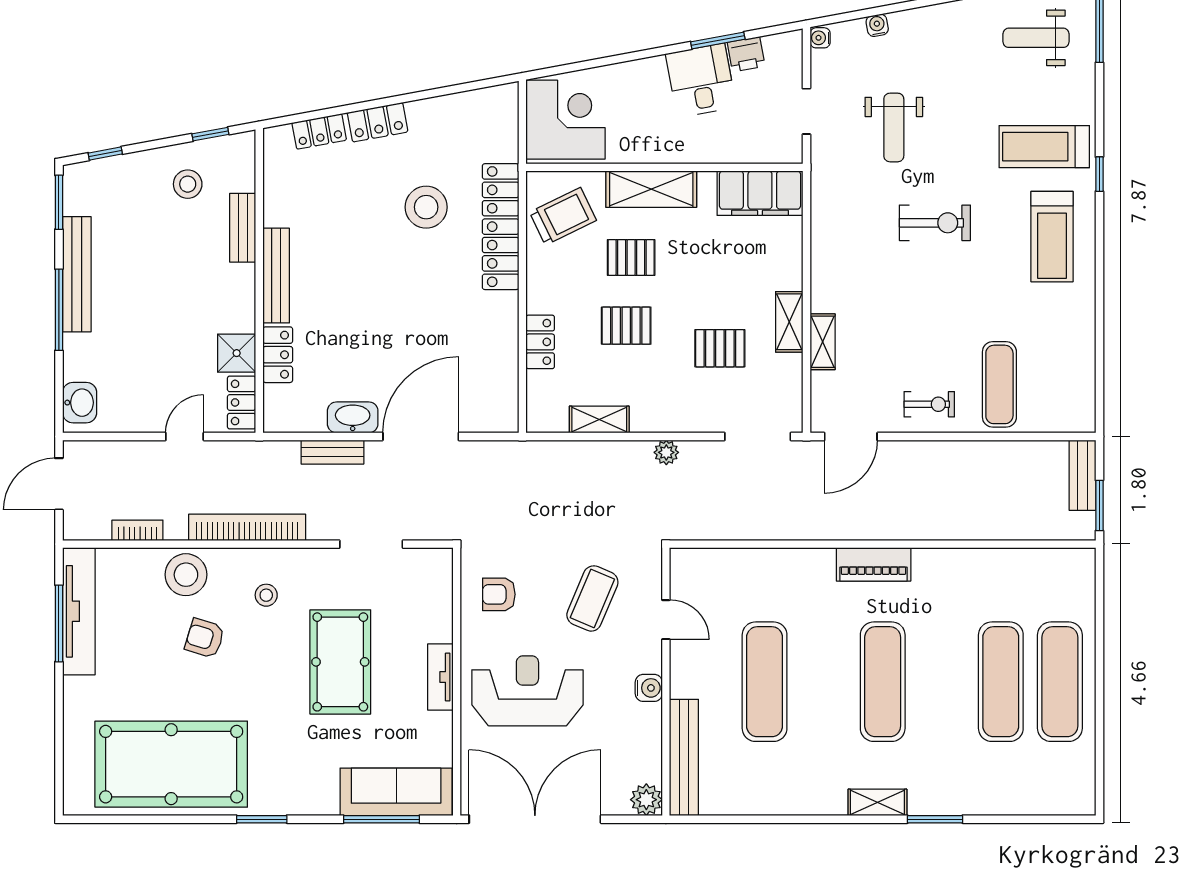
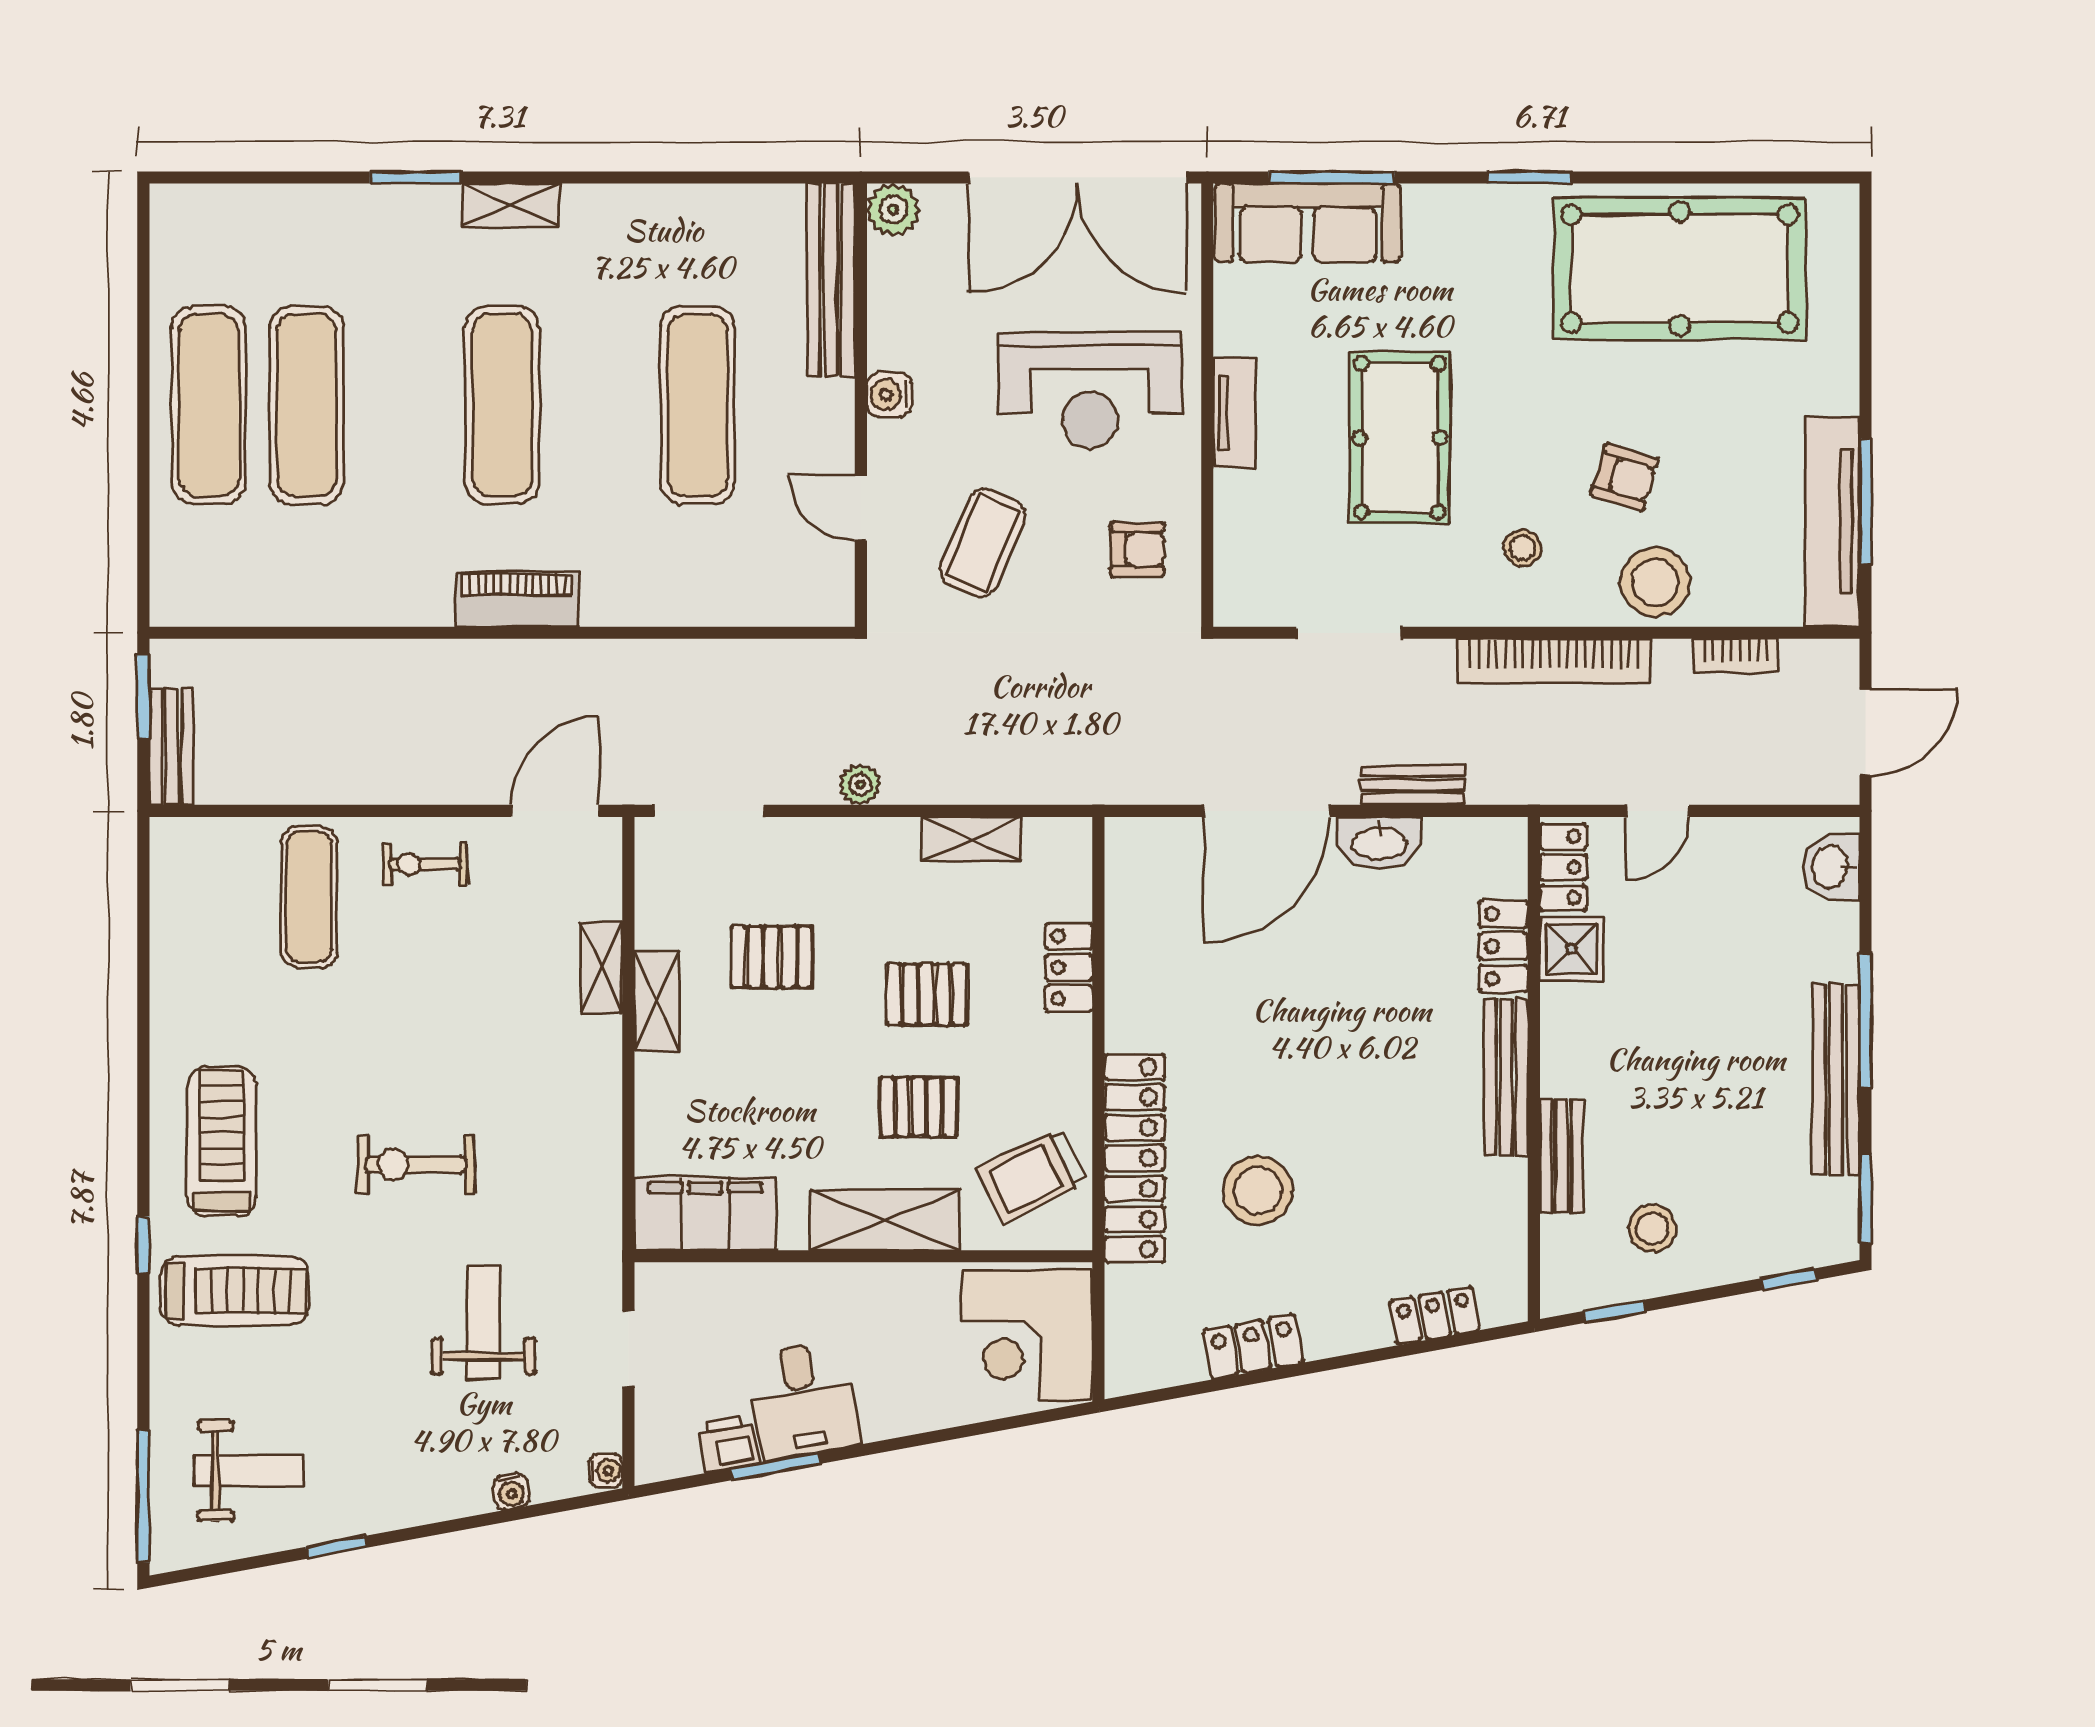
locker: (378, 122) -> (1253, 1347), moved

